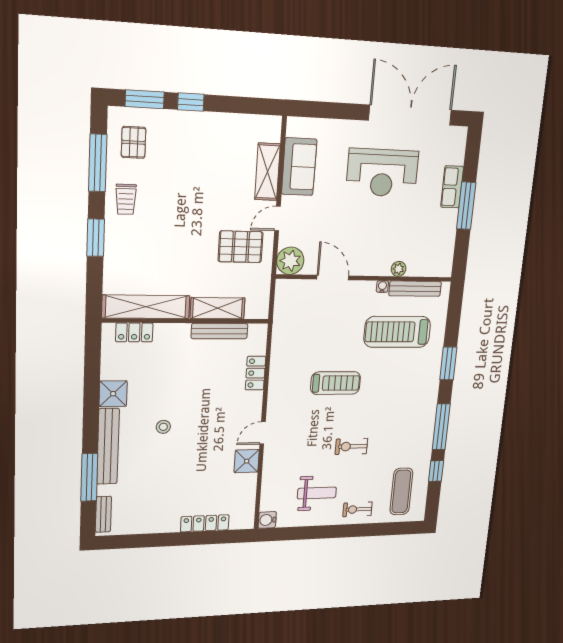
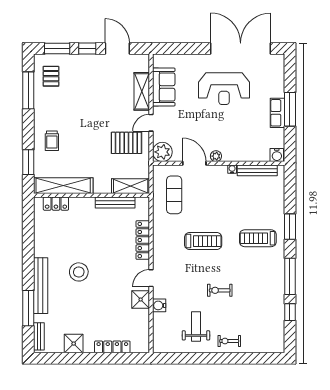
door: (236, 105) -> (117, 48), added
row of seats: (452, 187) -> (277, 113), moved
trolley: (126, 199) -> (52, 141), moved
window: (96, 238) -> (28, 162), moved
water cooler: (442, 268) -> (277, 155), added
plant: (399, 269) -> (216, 156), moved
shelving: (218, 308) -> (131, 186), moved
treadmill: (397, 332) -> (258, 238), moved, width x0.73, depth x0.73
locker: (255, 373) -> (143, 240), width x1.53
shower: (113, 394) -> (74, 344), moved
stool: (163, 427) -> (79, 272), width x1.89, depth x1.89
exercise mat: (401, 491) -> (174, 195), moved
weight bench: (317, 493) -> (196, 326), turned -90
water cooler: (267, 520) -> (159, 305), moved

